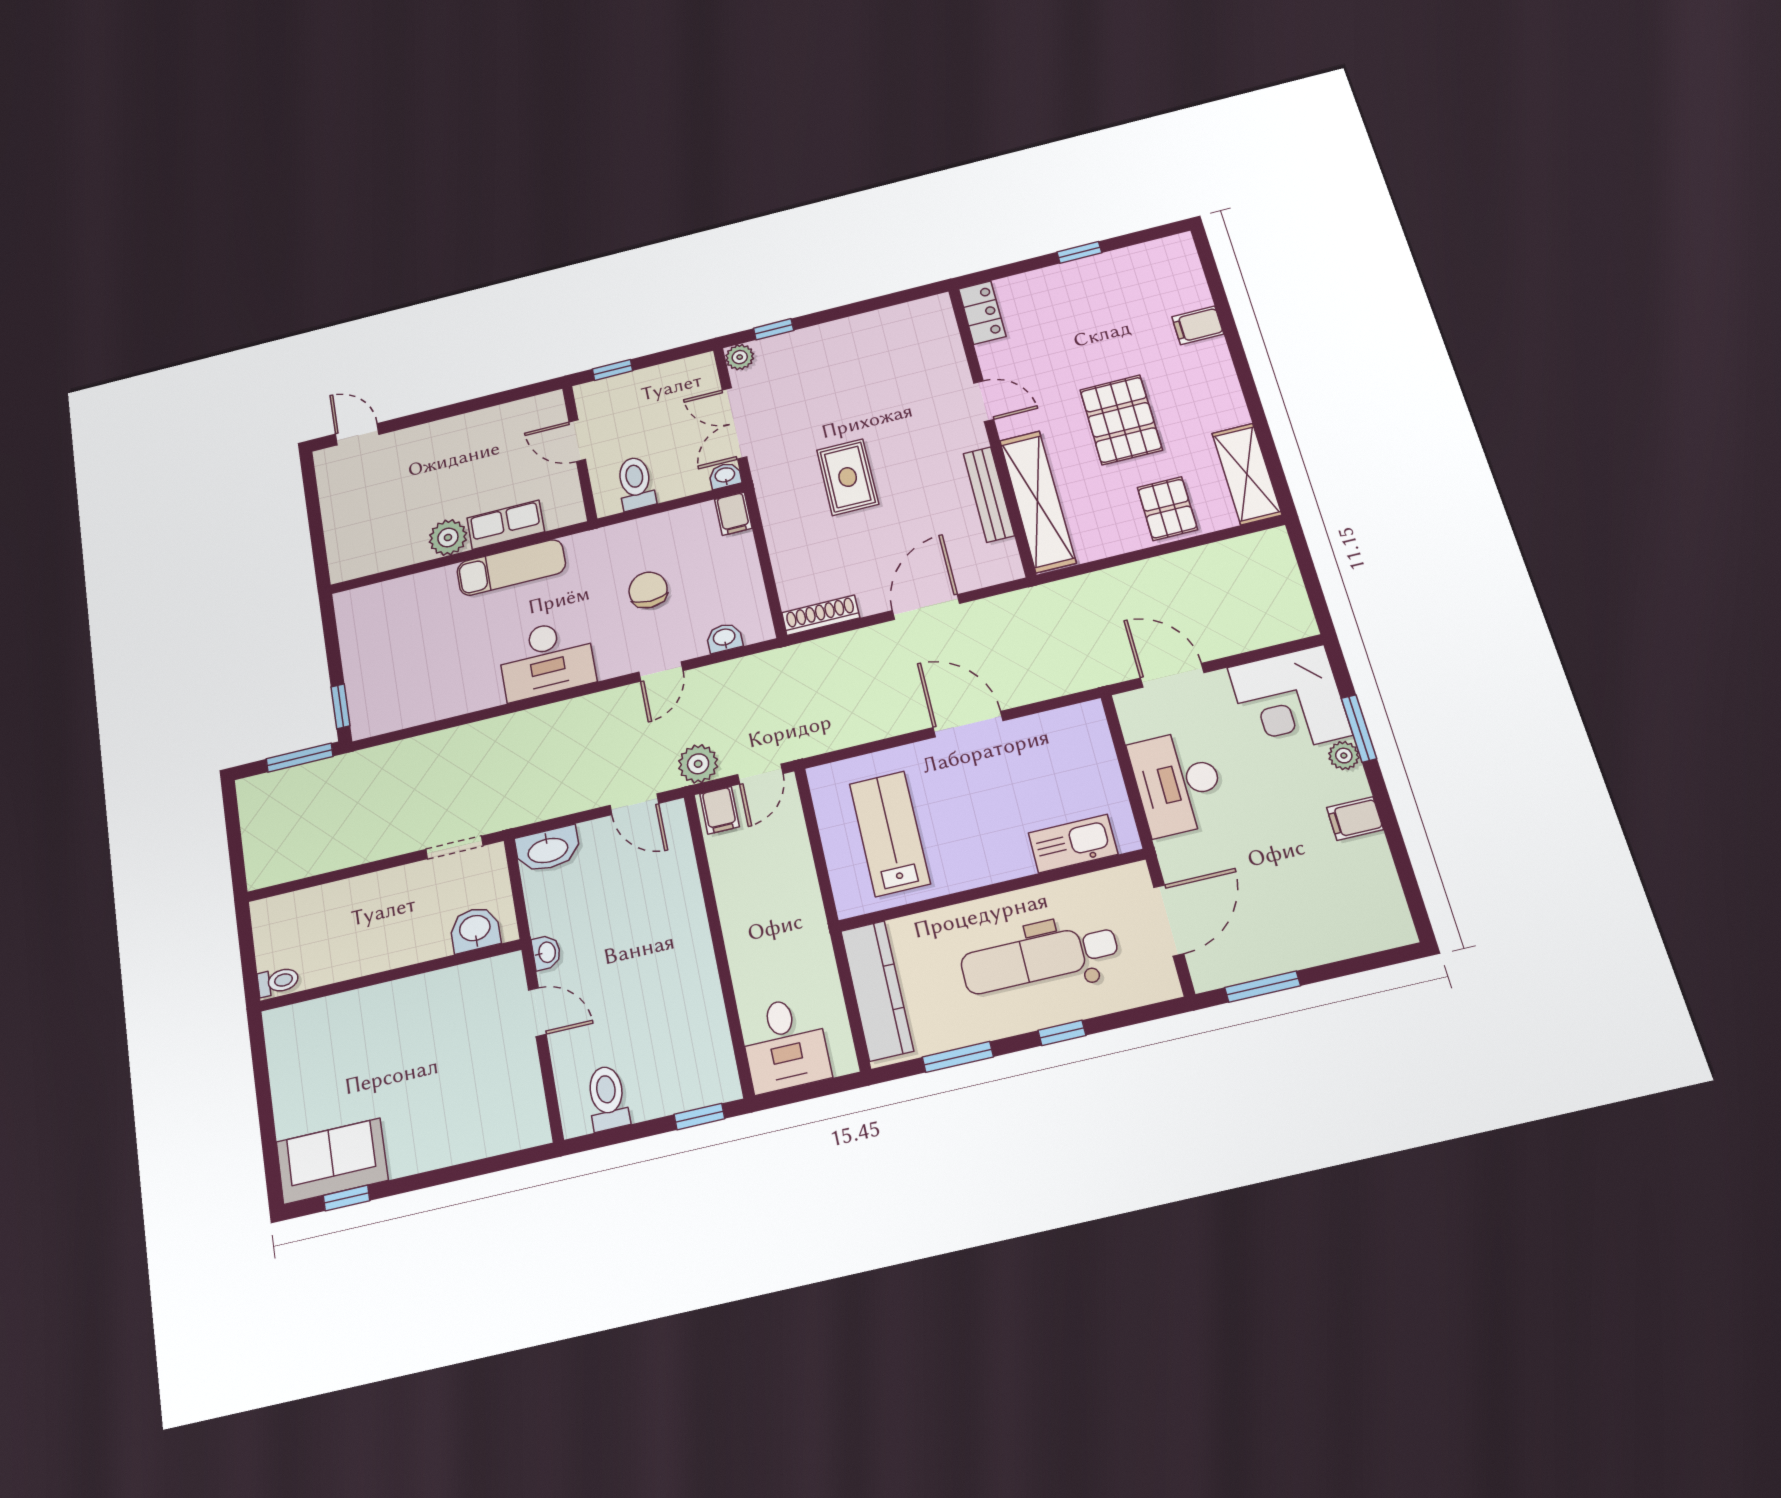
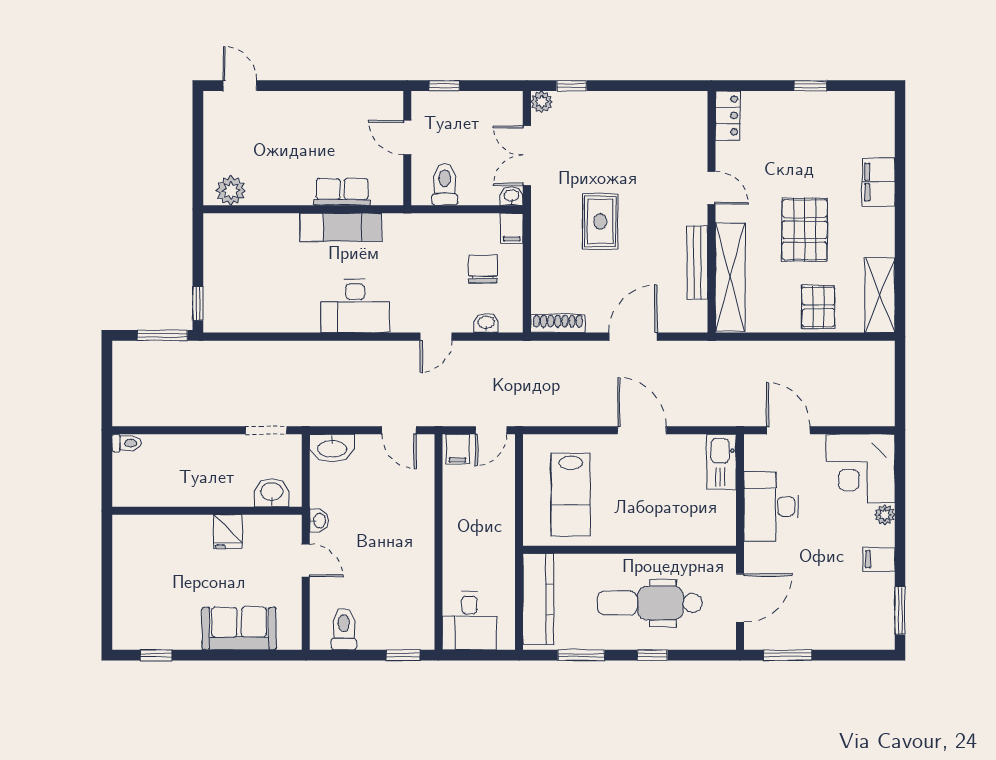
filing cabinet: (1198, 325) -> (879, 182), width x2.00
plant: (448, 538) -> (231, 191), moved
chair: (648, 590) -> (483, 269), moved
window: (1359, 728) -> (900, 611), moved
plant: (698, 764) -> (449, 412), removed
lab bench: (890, 834) -> (571, 494), turned 180
kitchen sink: (1073, 844) -> (722, 462), moved, turned -90
toilet: (278, 981) -> (127, 443), moved
fridge: (423, 998) -> (228, 532), added
sofa: (332, 1161) -> (239, 629), moved

